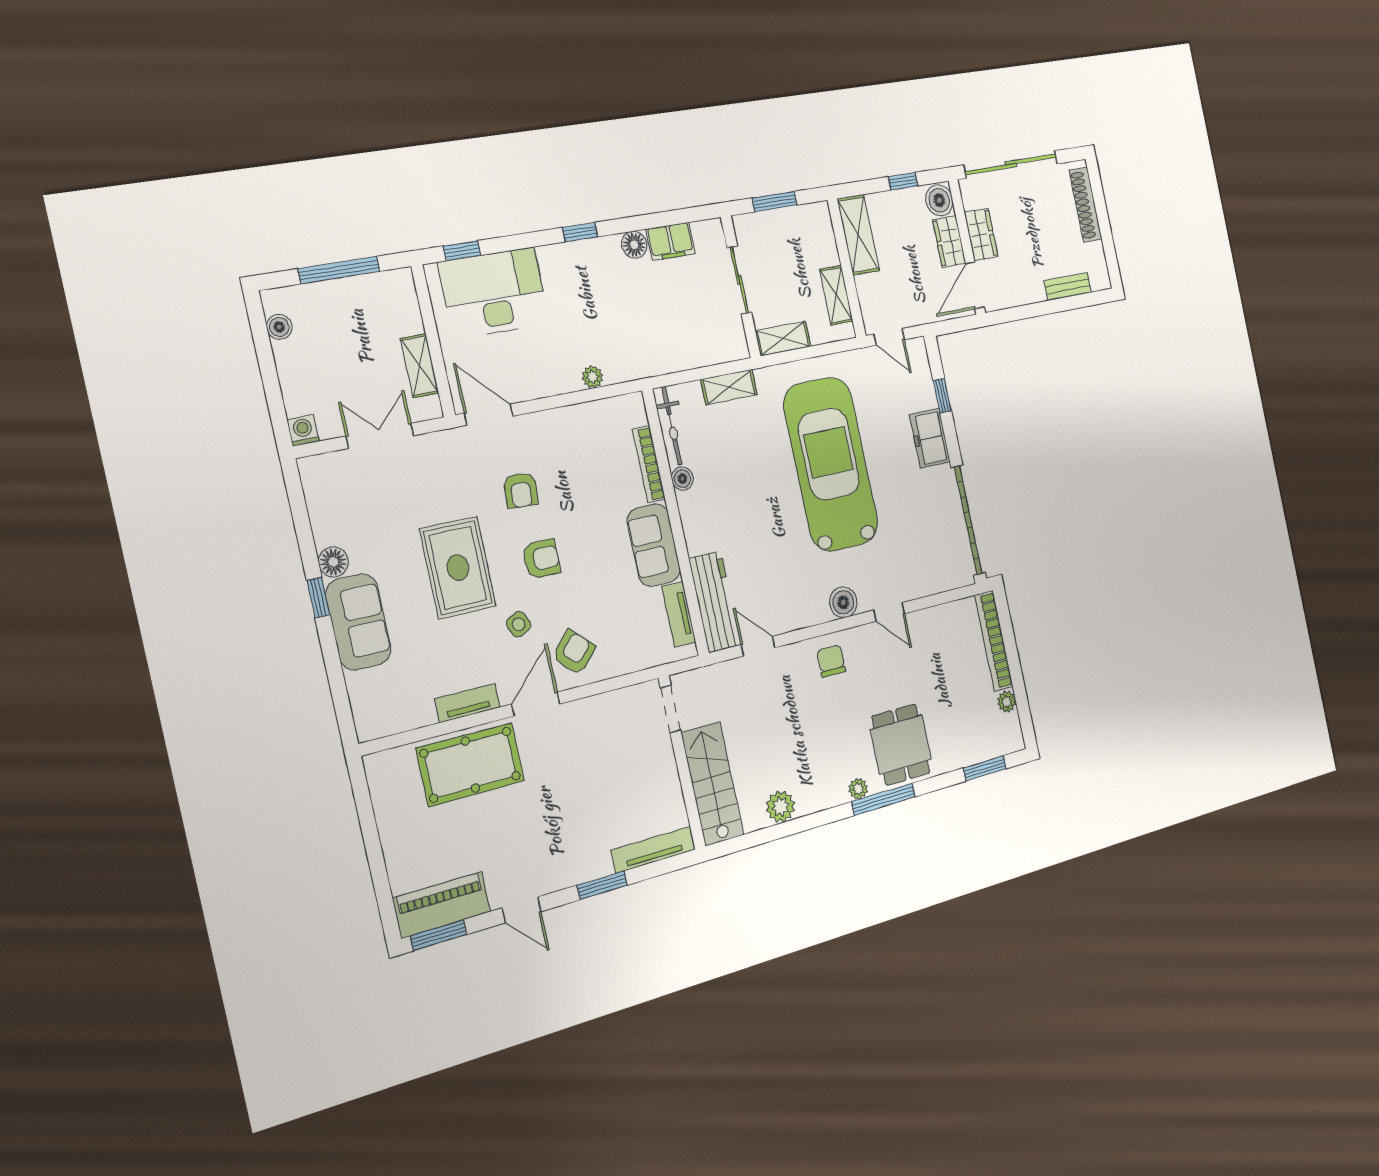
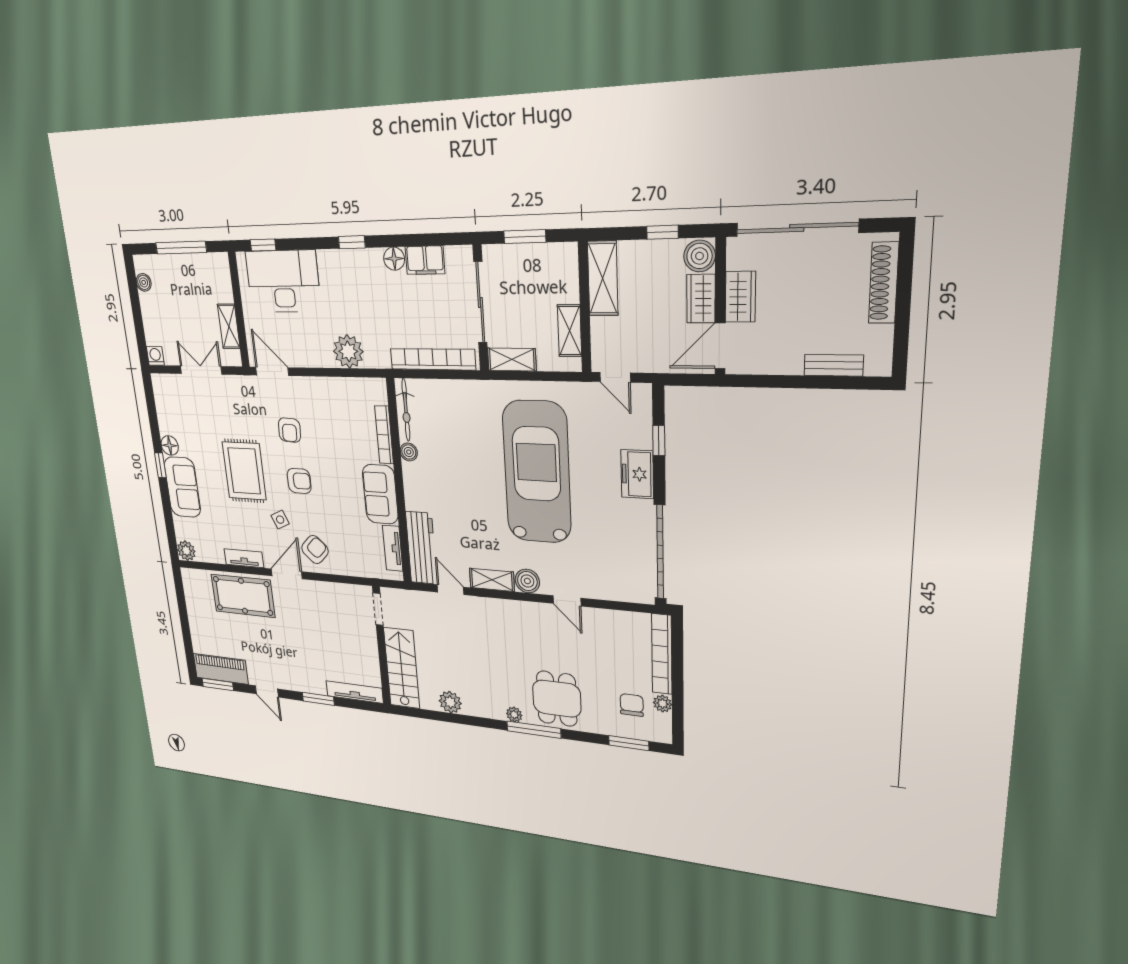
sliding door: (739, 280) -> (480, 303), width x1.37
bookcase: (696, 356) -> (433, 359), added
plant: (593, 377) -> (348, 351), width x1.87, depth x1.87
shelving: (729, 387) -> (492, 580), moved
chair: (831, 661) -> (632, 705), moved
plant: (370, 724) -> (186, 551), added

